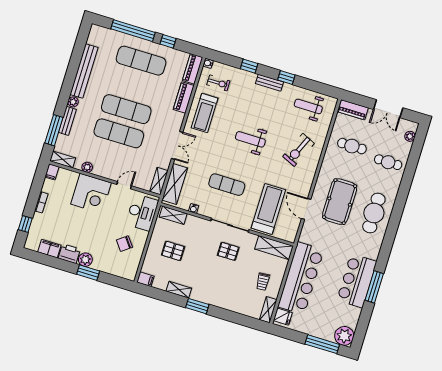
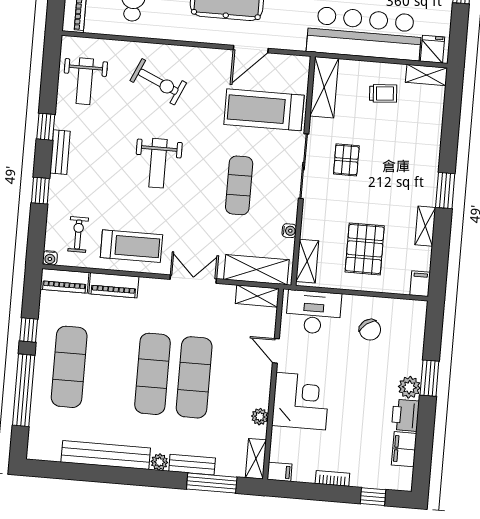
pallet: (173, 251) -> (365, 249), width x1.50, depth x1.42

